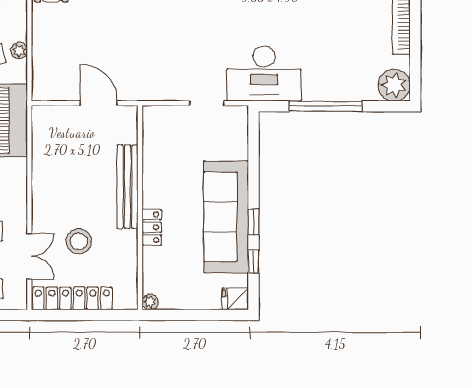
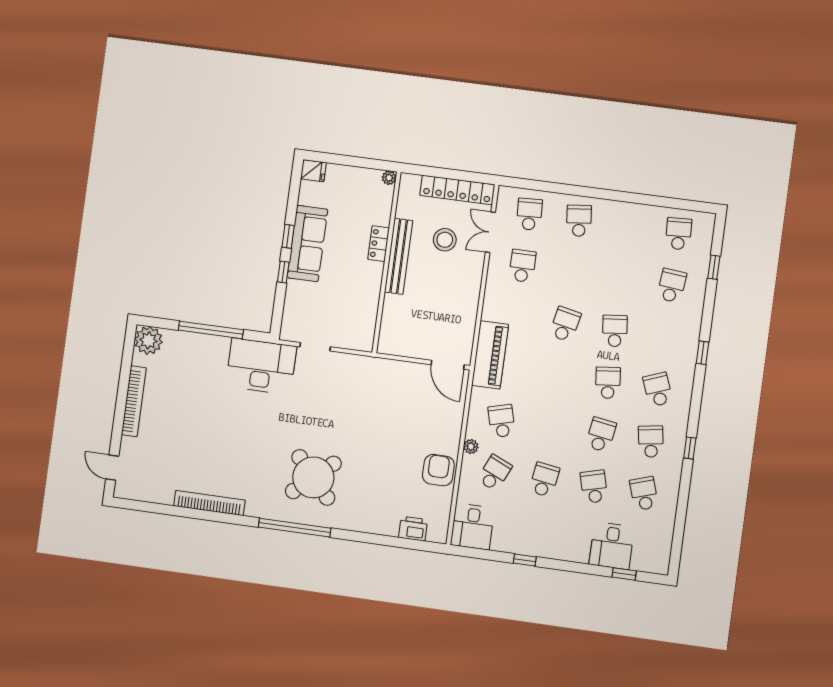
plant: (19, 50) -> (471, 447), moved
door: (99, 103) -> (448, 365), moved
bench: (127, 187) -> (399, 256), moved
sofa: (226, 217) -> (307, 244), width x0.74, depth x0.79
window: (254, 262) -> (283, 272), moved

